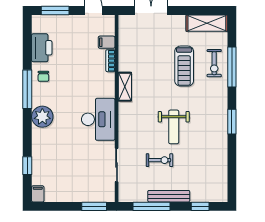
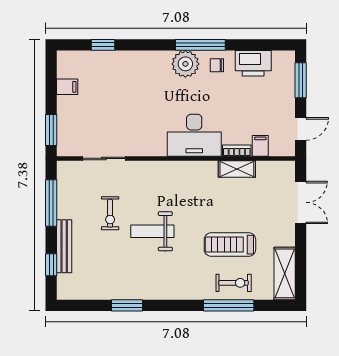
exercise bike: (214, 63) -> (234, 283), turned 180
shelving: (125, 87) -> (237, 169), moved
plant: (42, 117) -> (185, 64), moved
desk: (98, 119) -> (194, 135), moved
window: (232, 122) -> (127, 305), moved
filing cabinet: (38, 194) -> (67, 87), moved
bench: (169, 196) -> (64, 246), moved

